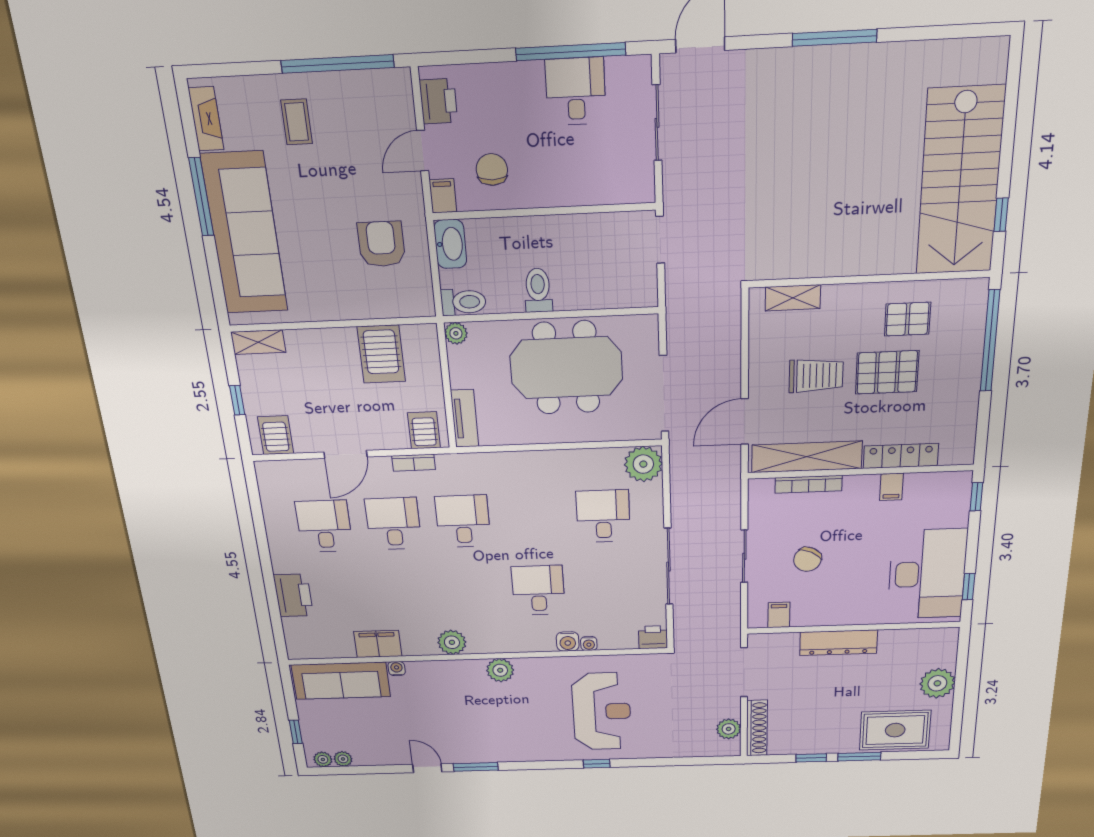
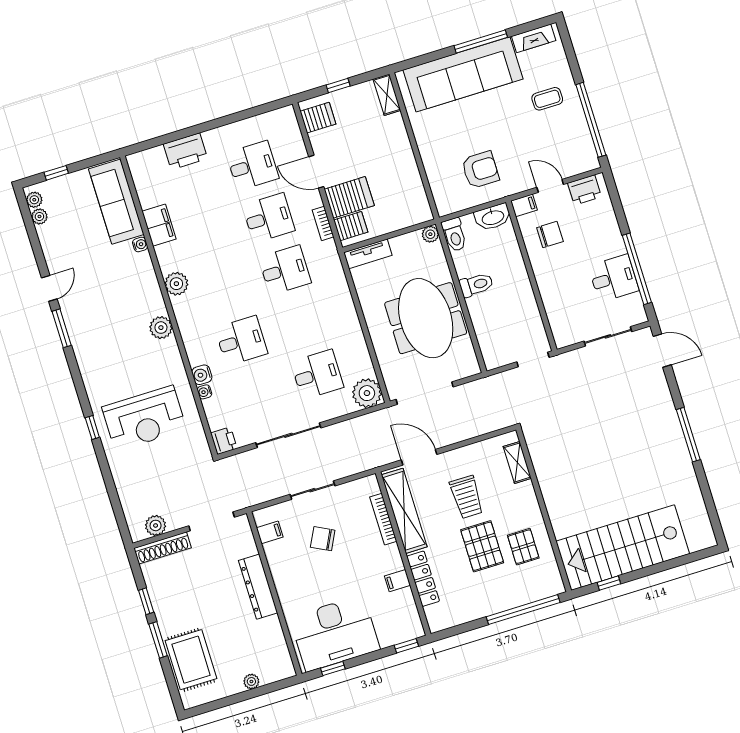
server rack: (381, 354) -> (349, 197), moved, turned 180
plant: (937, 683) -> (251, 681), width x0.53, depth x0.53

